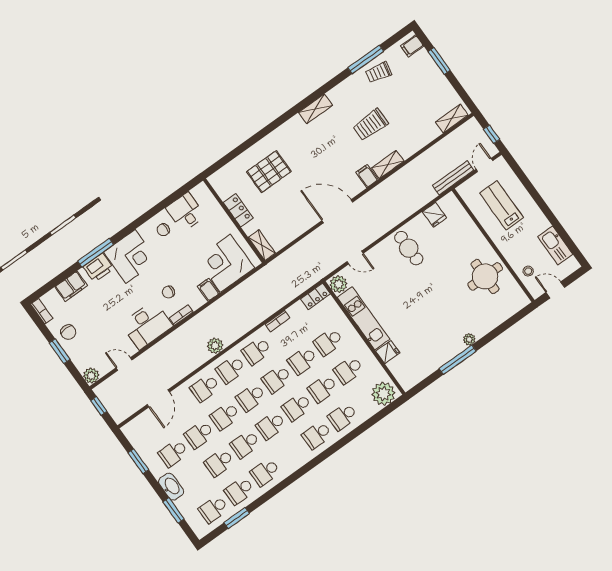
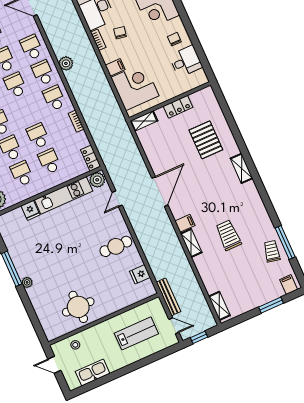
shelving: (316, 109) -> (242, 168), moved
door: (555, 290) -> (54, 365), swing flipped
school desk: (277, 379) -> (27, 110), removed

